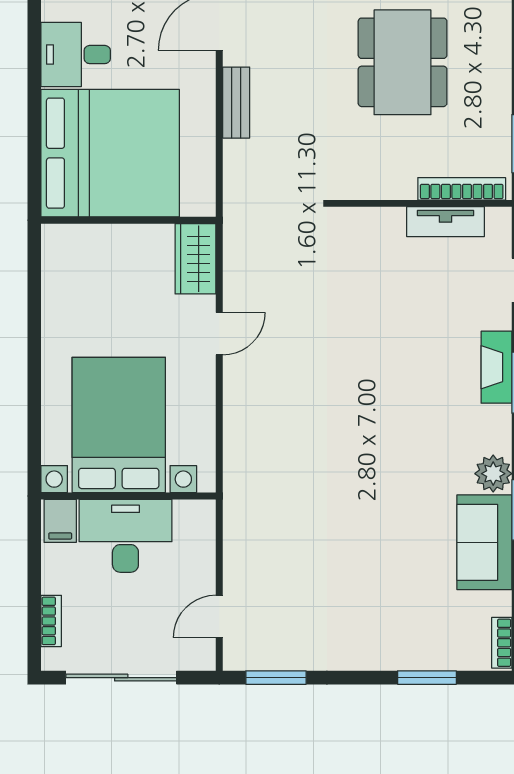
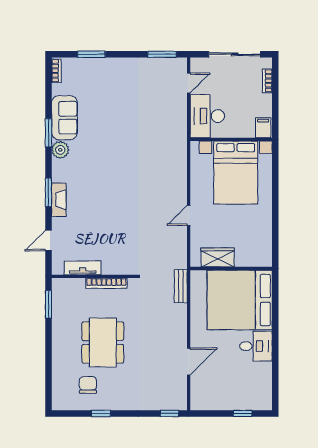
bench: (236, 103) -> (181, 286), moved
bookcase: (462, 189) -> (106, 283), moved
wardrobe: (195, 259) -> (218, 257), moved, turned -90
desk: (125, 536) -> (207, 116), moved, turned 90

